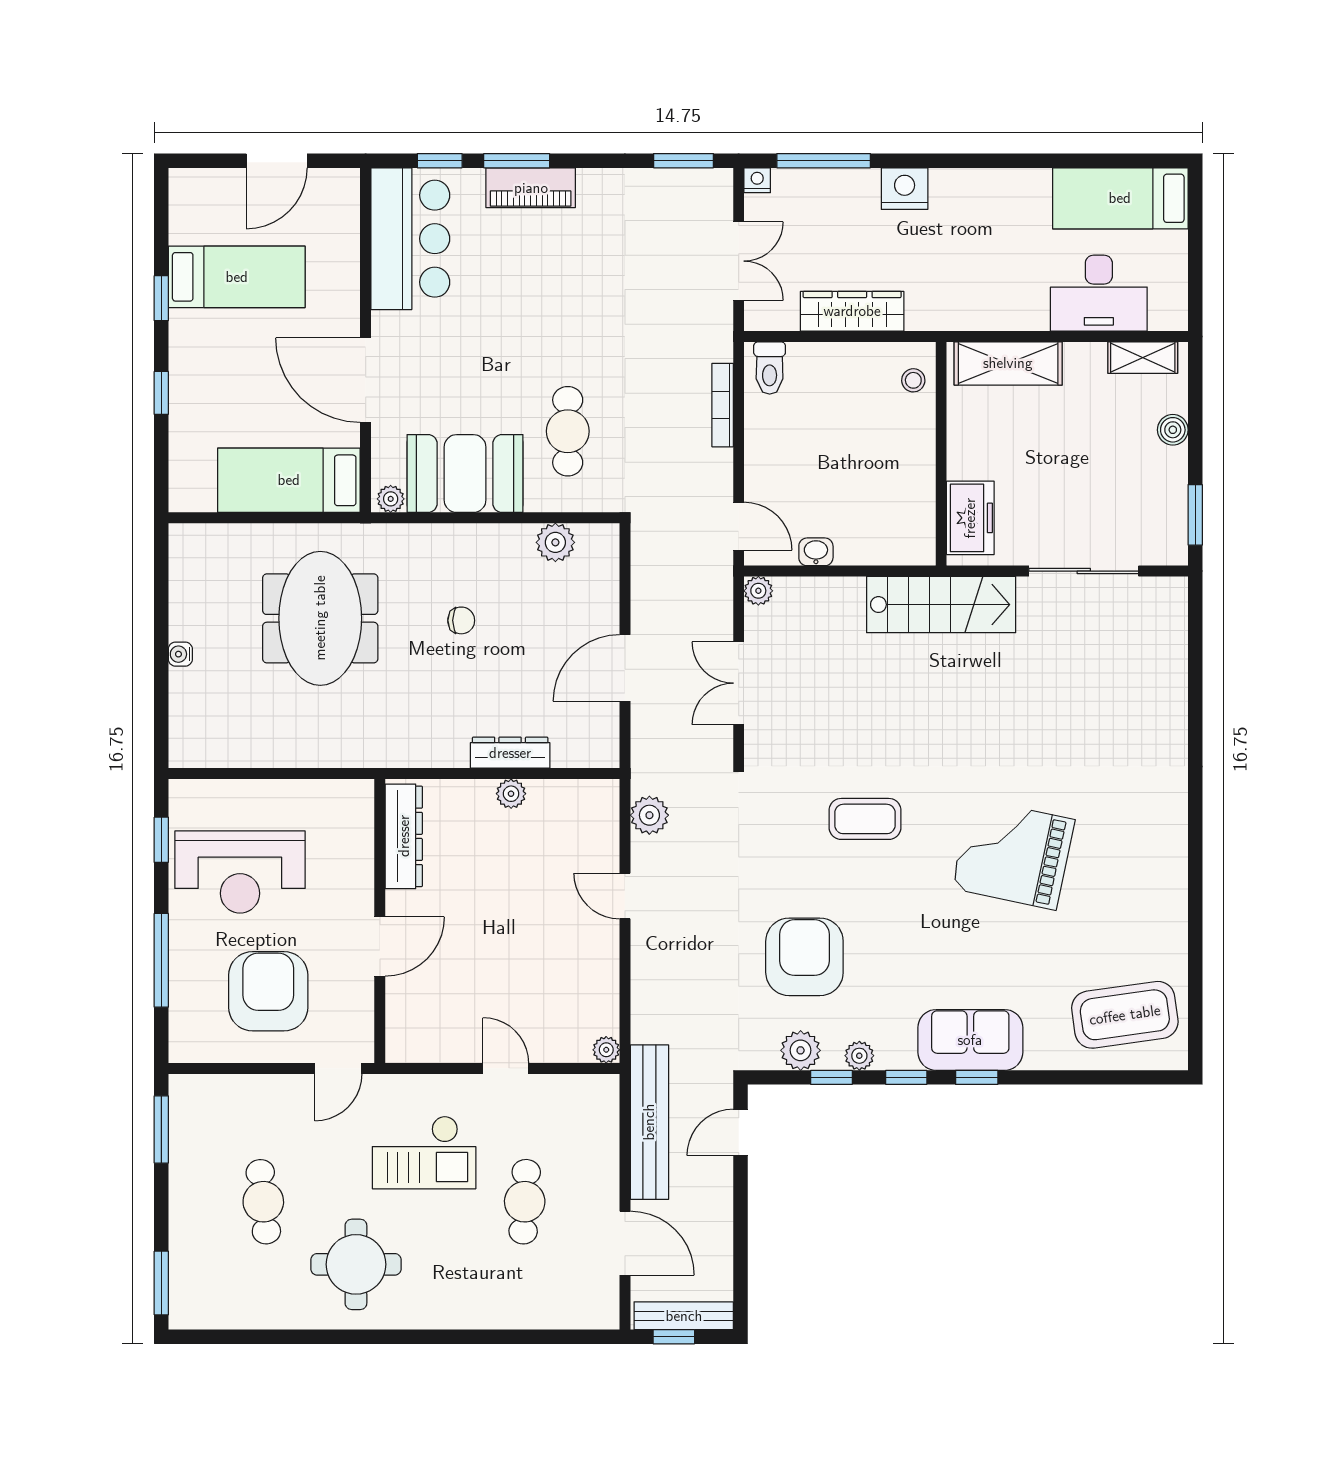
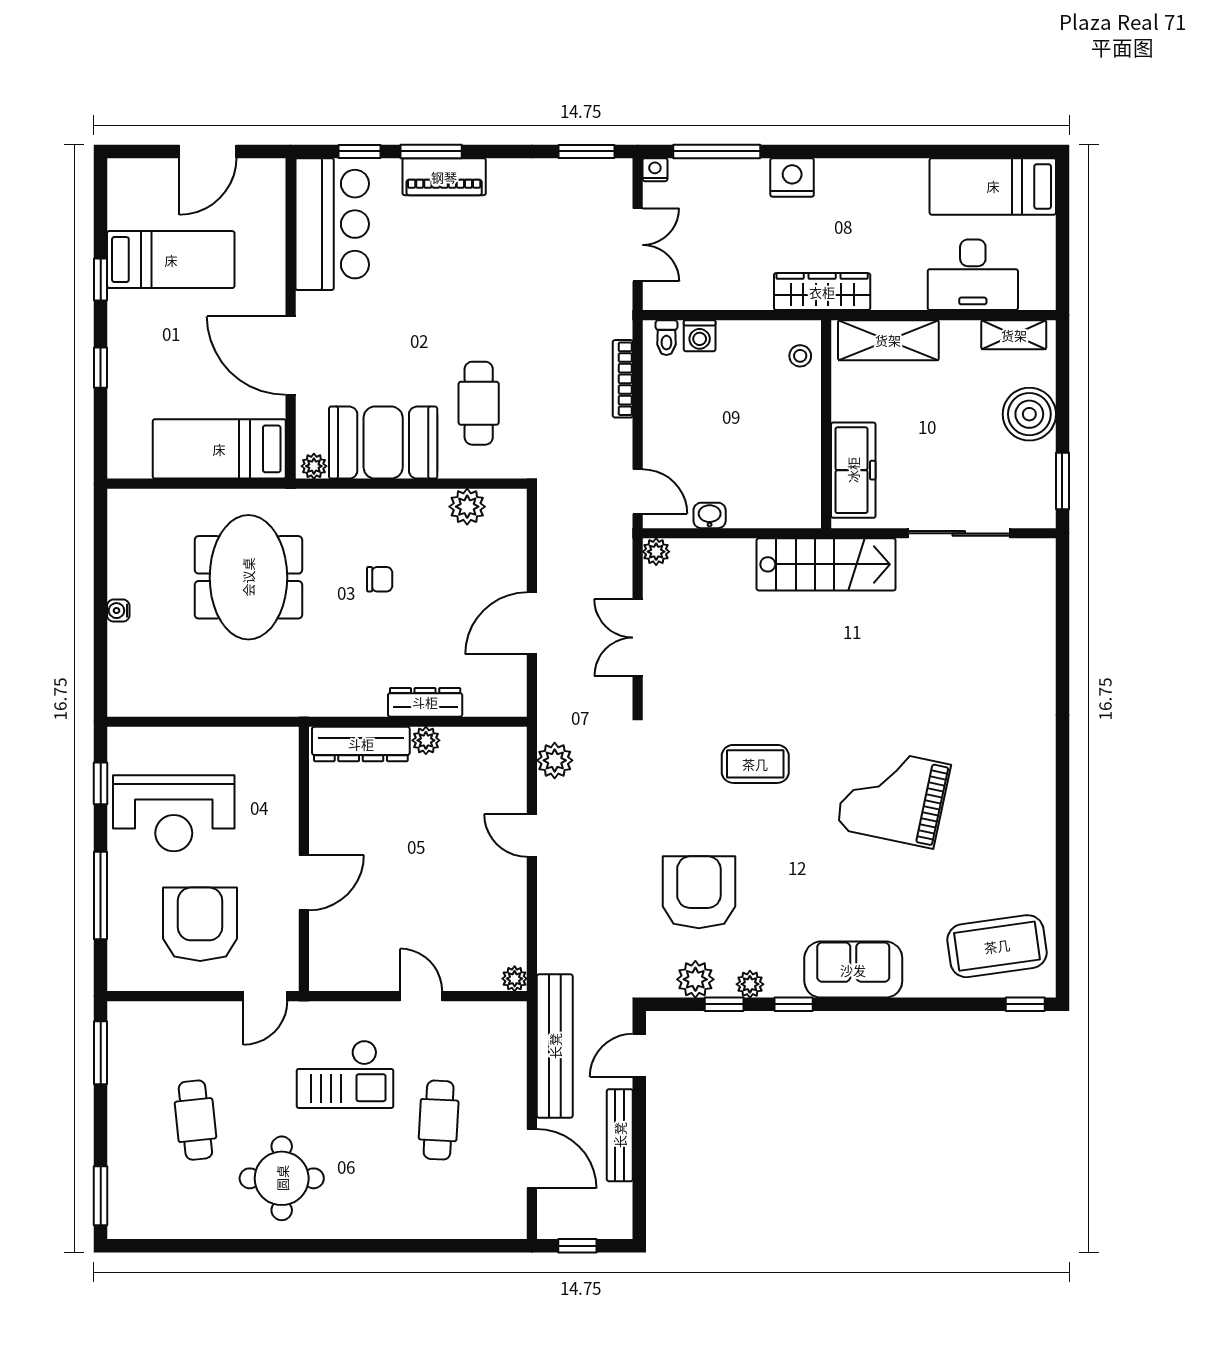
wardrobe: (852, 311) -> (822, 292), moved
washing machine: (805, 359) -> (700, 336), added
toilet: (770, 368) -> (666, 338), width x0.73, depth x0.72
boiler: (1173, 430) -> (1029, 414), width x1.86, depth x1.86
freezer: (970, 518) -> (853, 470), width x1.40
dresser: (404, 836) -> (361, 744), moved, turned 90
window: (977, 1077) -> (1025, 1004), moved
bench: (684, 1316) -> (620, 1135), moved, turned 90

